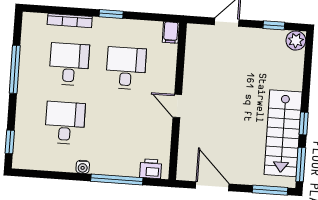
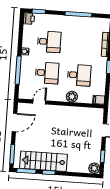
desk: (69, 64) -> (47, 73), moved
plant: (165, 81) -> (72, 97), added
door: (177, 106) -> (39, 102), moved
printer: (151, 169) -> (29, 19), moved

